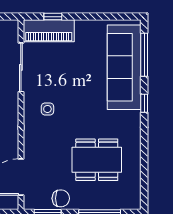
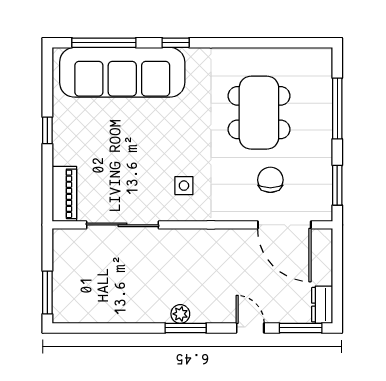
window: (53, 17) -> (47, 130), moved
piano: (49, 31) -> (64, 194), width x0.73, depth x0.75
chair: (61, 198) -> (270, 180), moved

